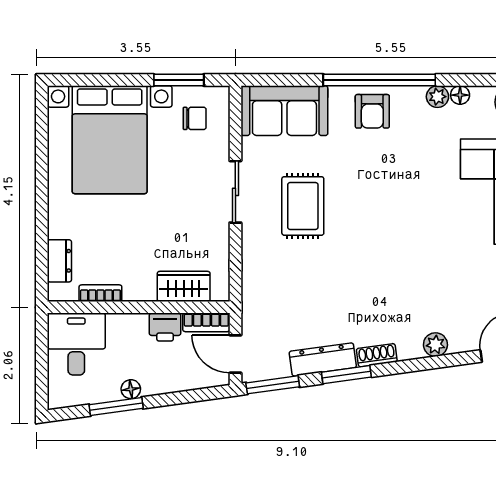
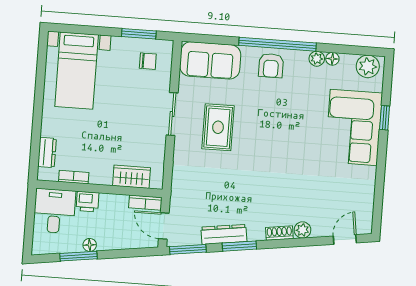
bed with nightstands: (110, 140) -> (77, 71), width x0.73
printer: (165, 327) -> (87, 202), moved
shoe rack: (377, 355) -> (279, 233), moved

